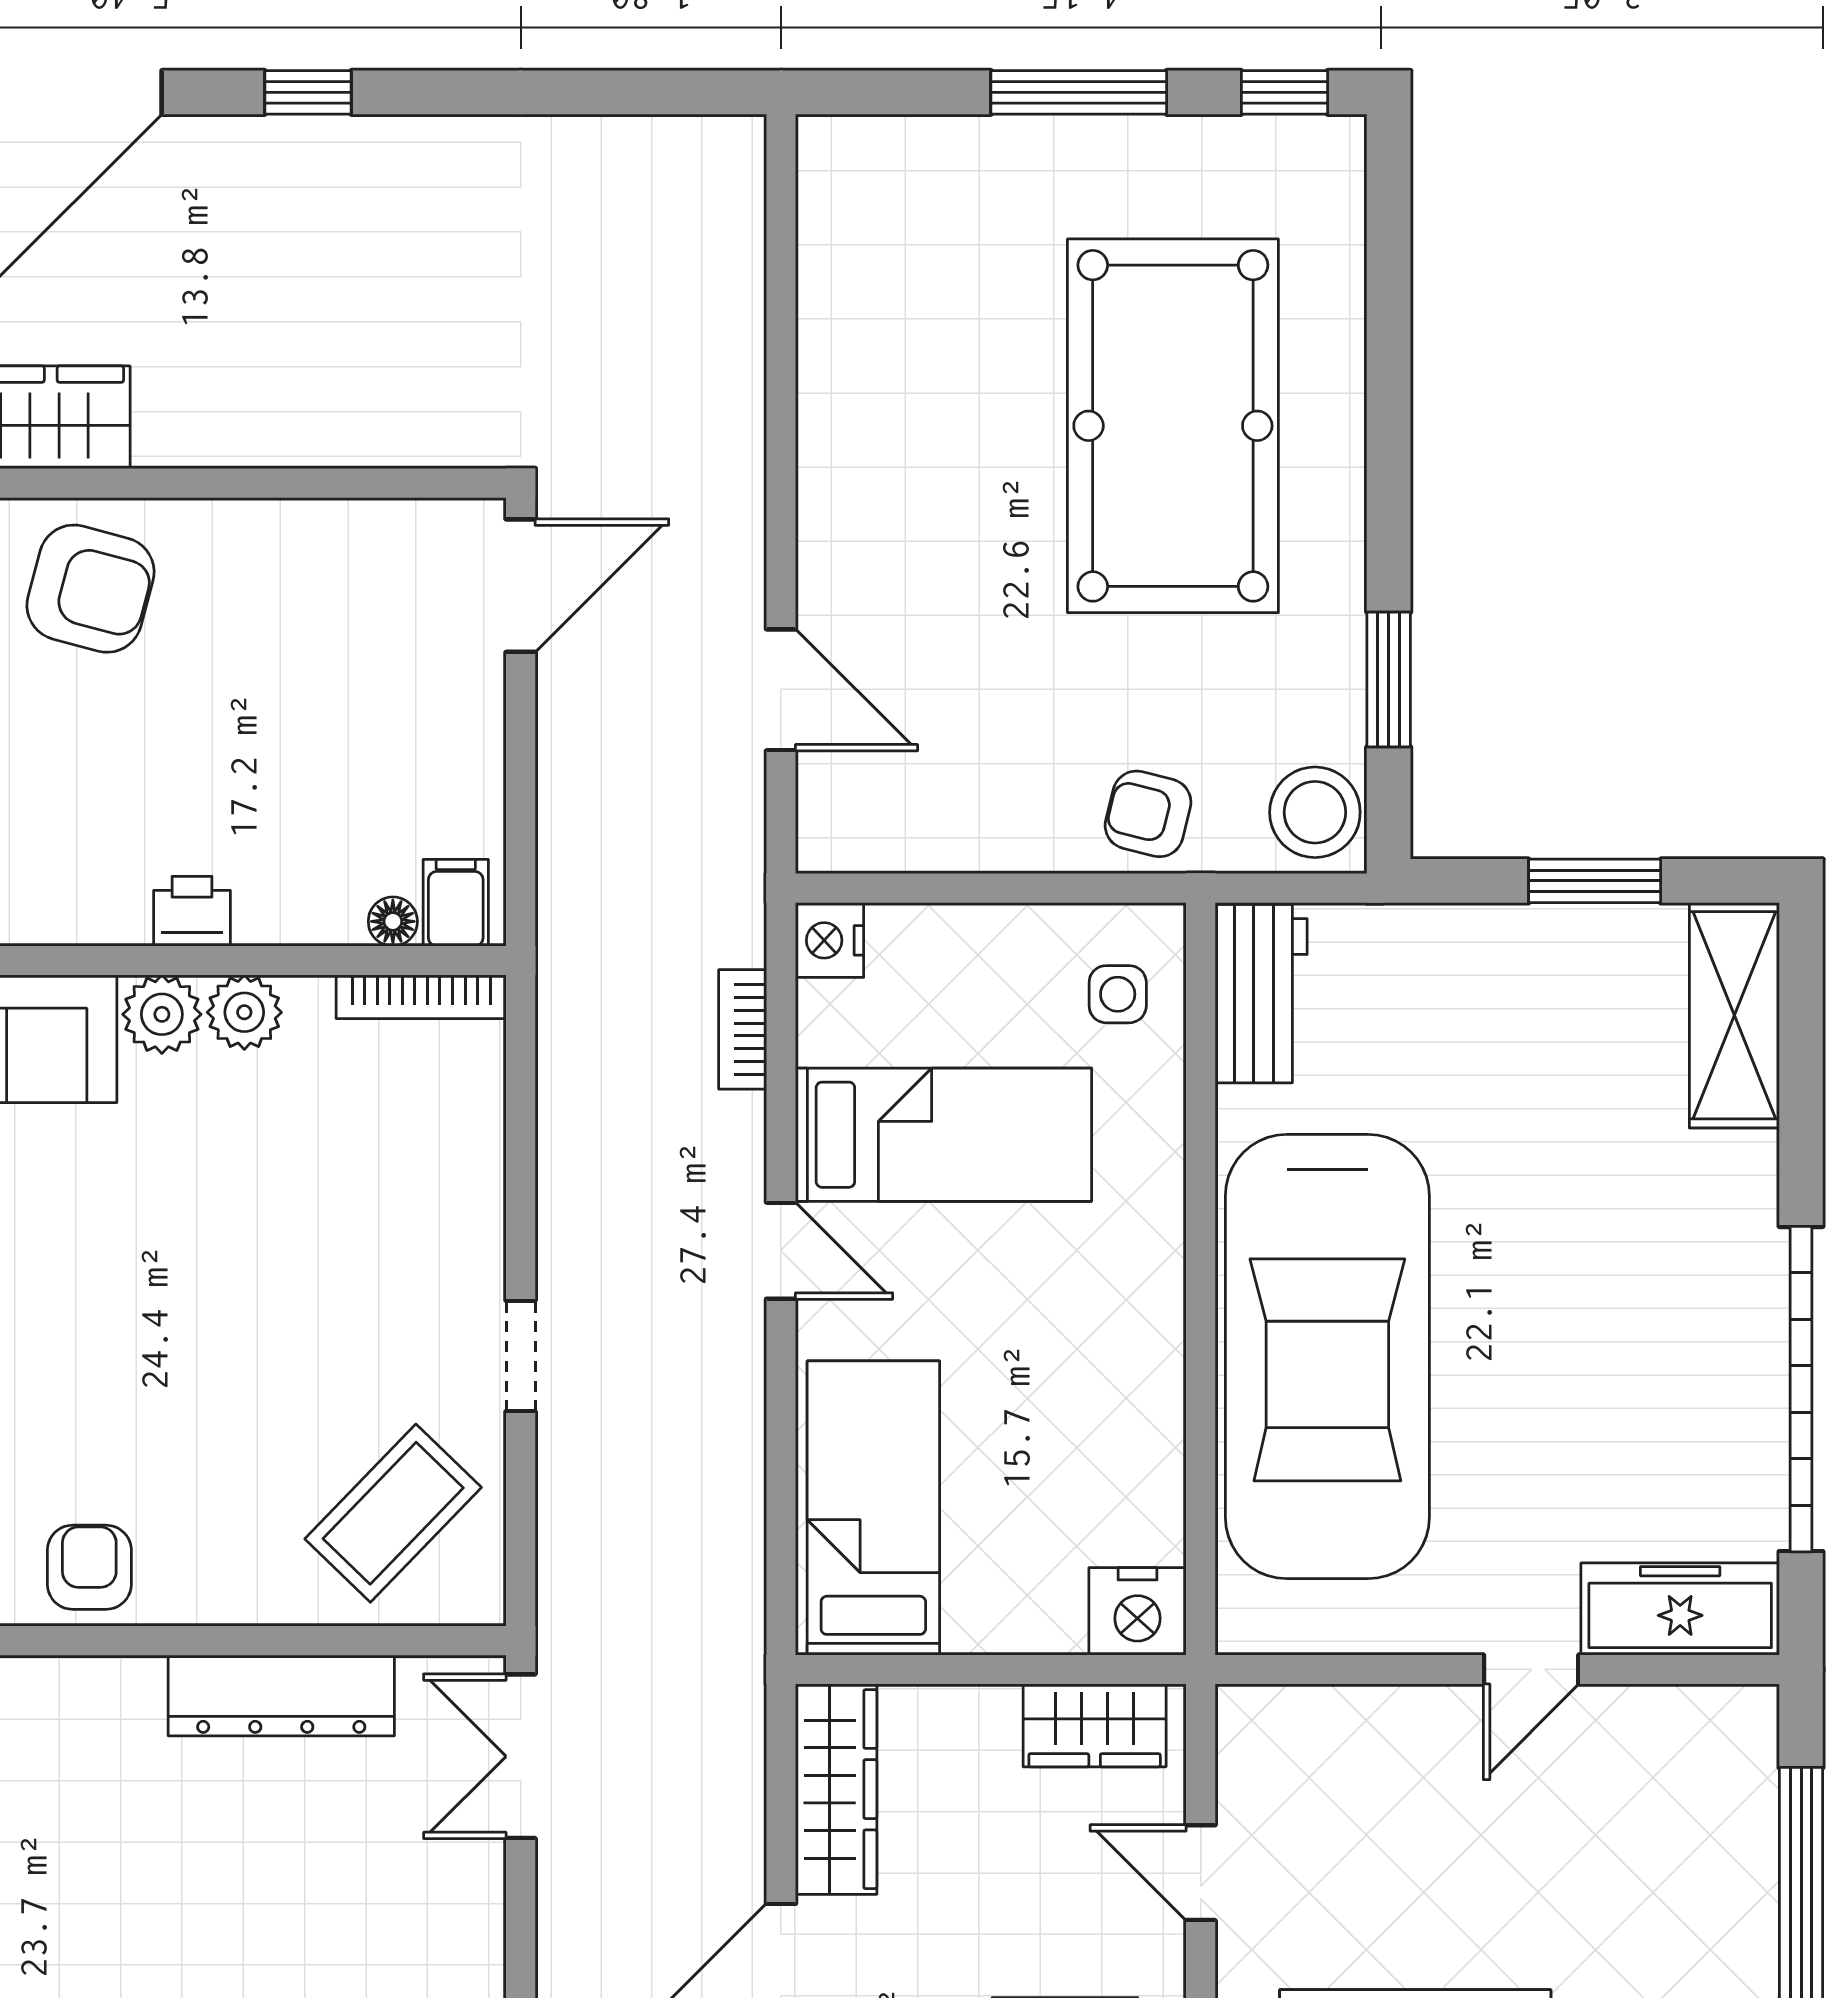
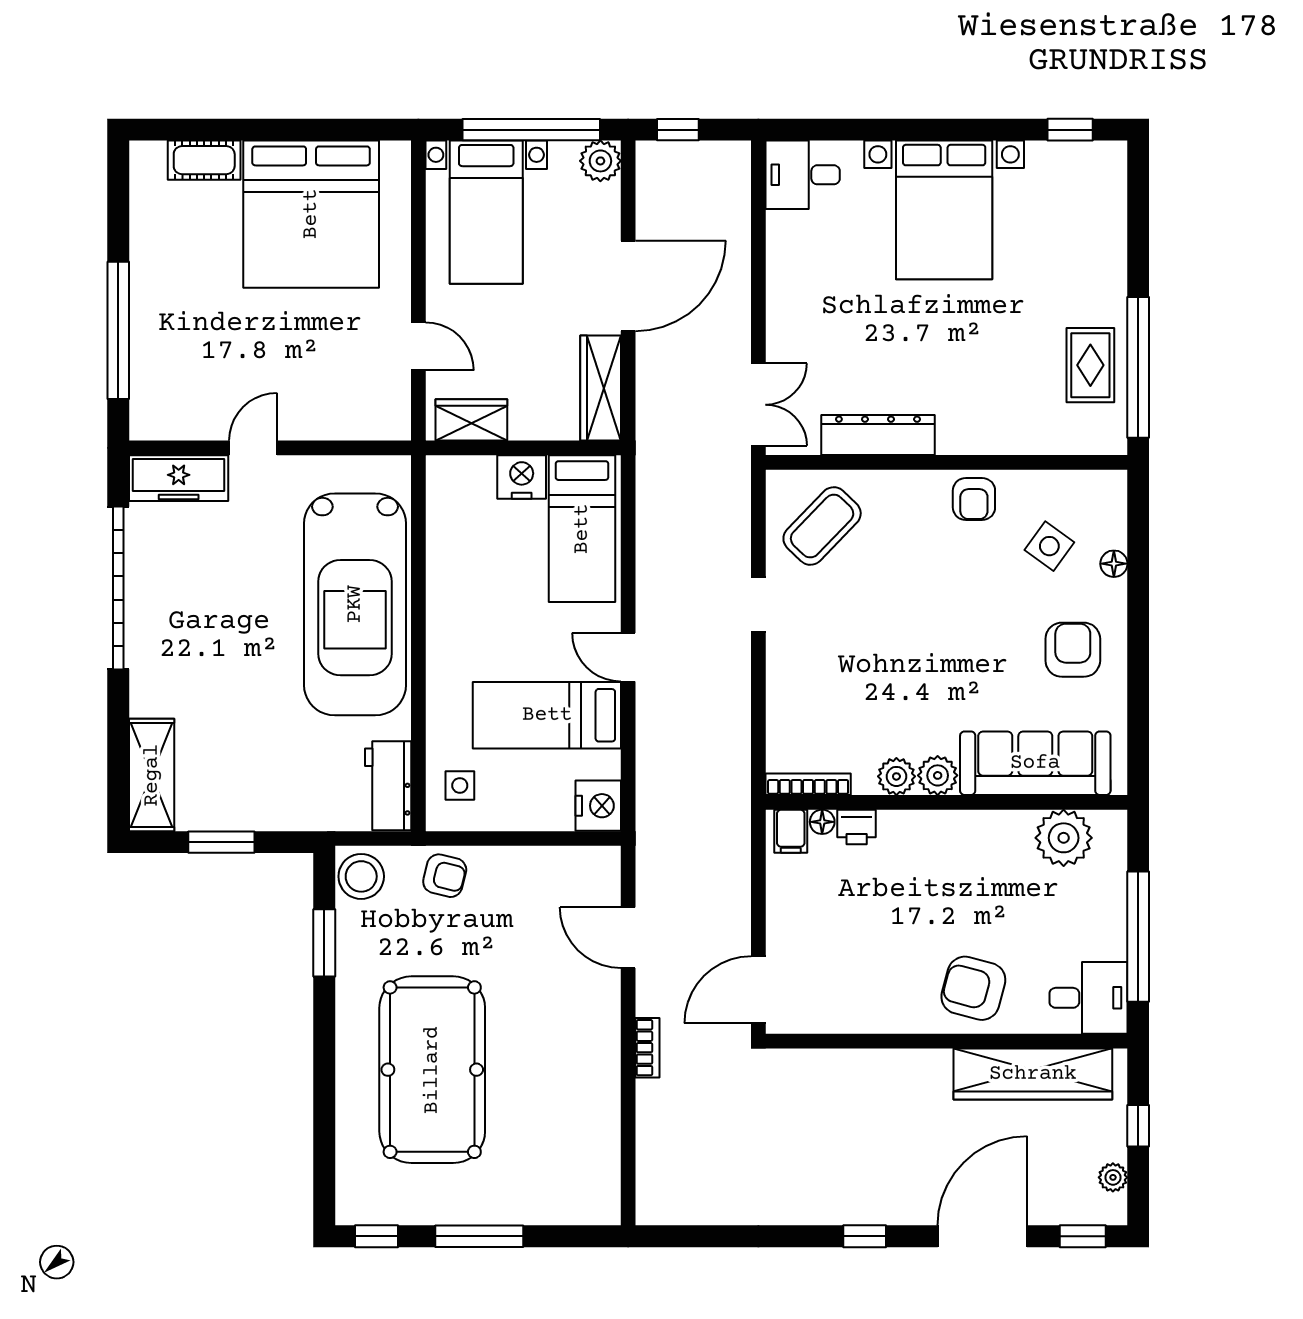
printer: (192, 911) -> (857, 827), moved
nightstand: (830, 940) -> (598, 806), width x1.36, depth x1.33
bookcase: (743, 1029) -> (647, 1048), moved
car: (1327, 1357) -> (355, 604), turned 180
nightstand: (1137, 1611) -> (522, 477), moved

